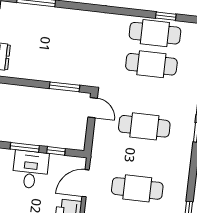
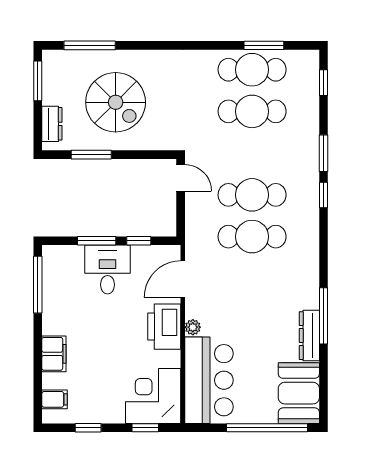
window: (166, 16) -> (264, 45), width x1.50
spiral stairs: (51, 46) -> (116, 102), added
window: (64, 87) -> (91, 155), moved
cafe table: (137, 188) -> (252, 237), moved

